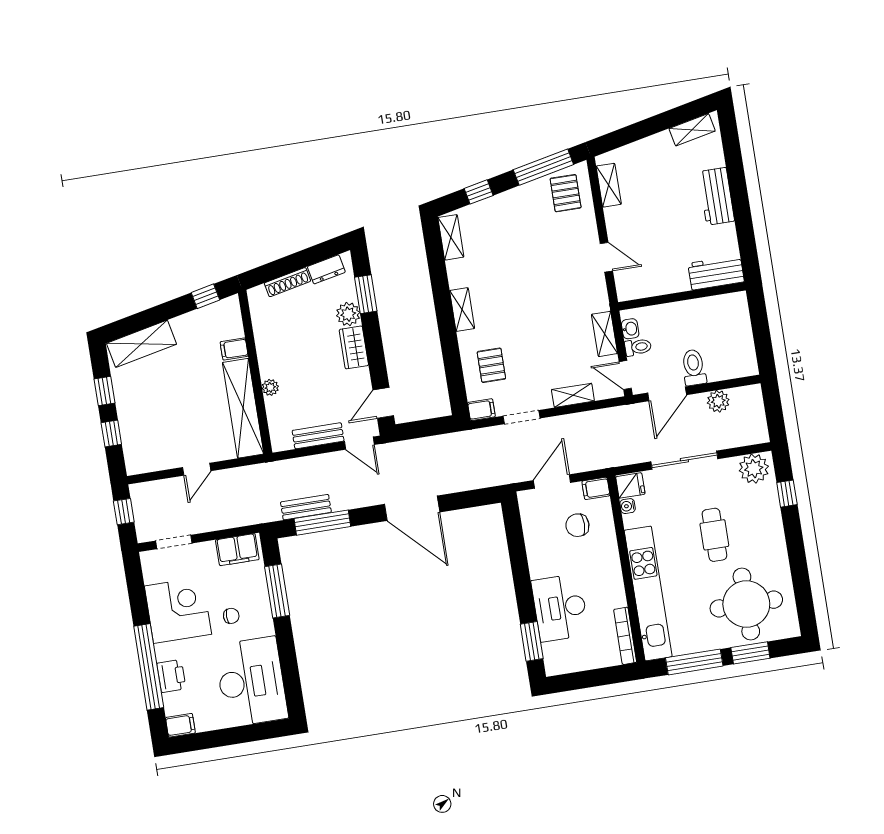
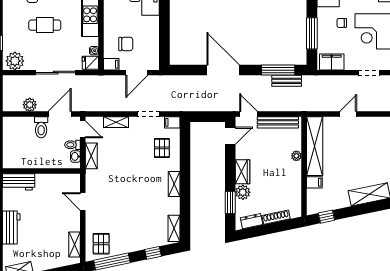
bench: (318, 436) -> (278, 122), width x1.36
cafe table: (714, 535) -> (45, 25), turned 90

